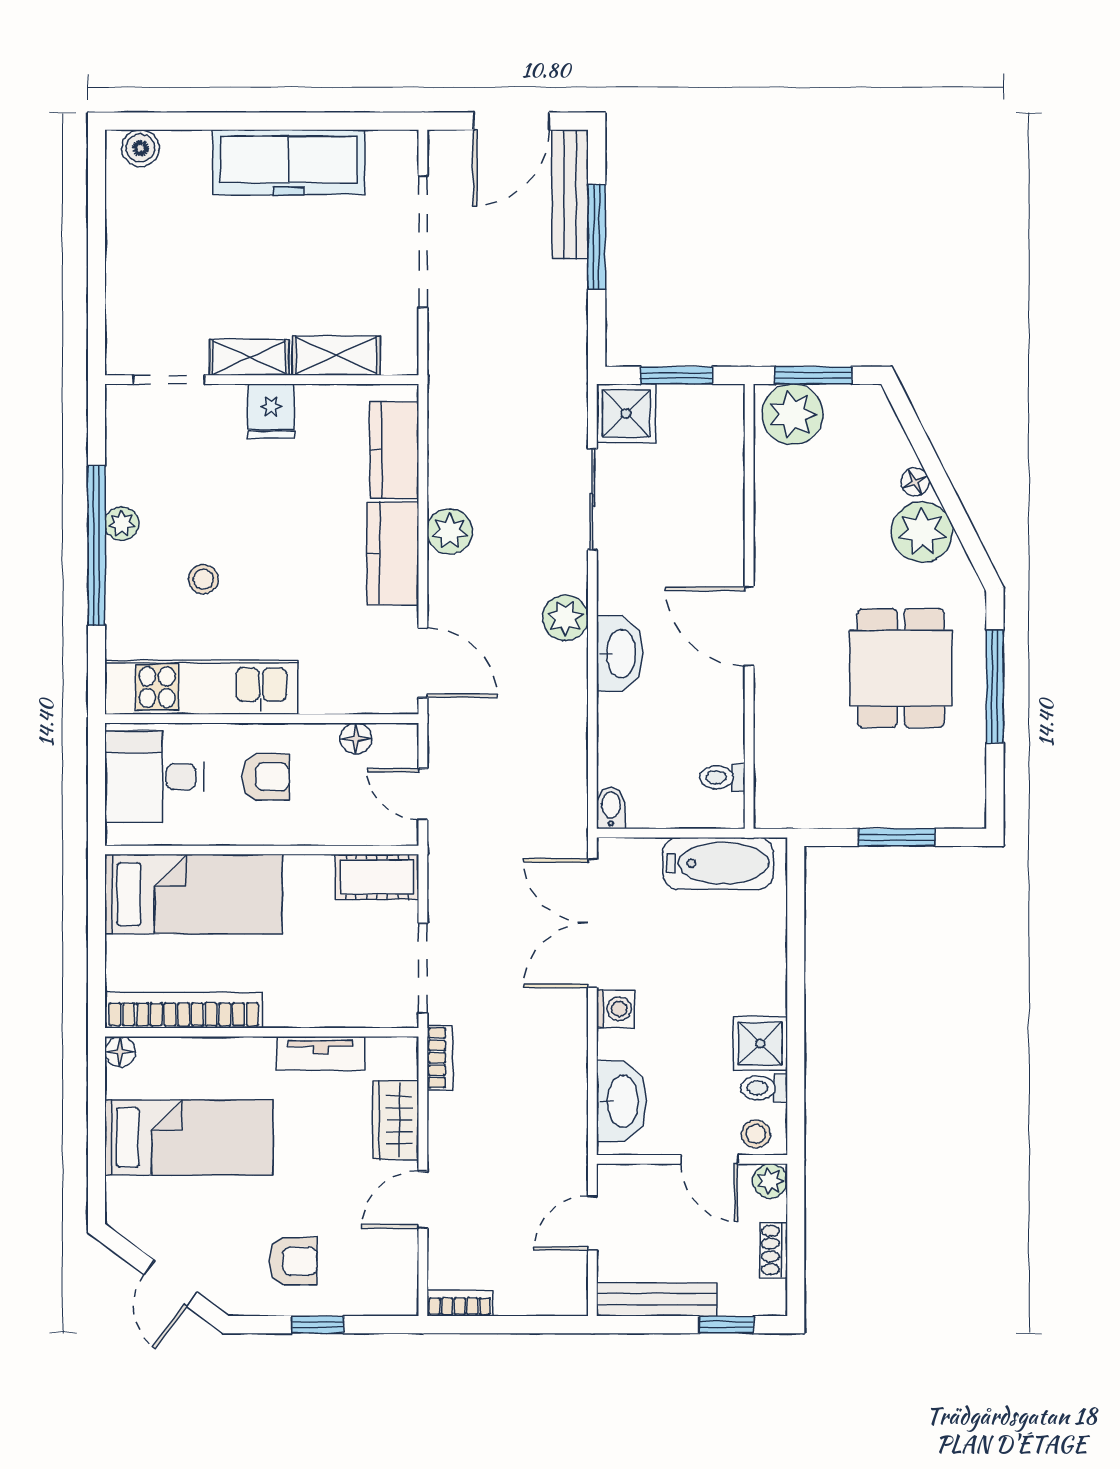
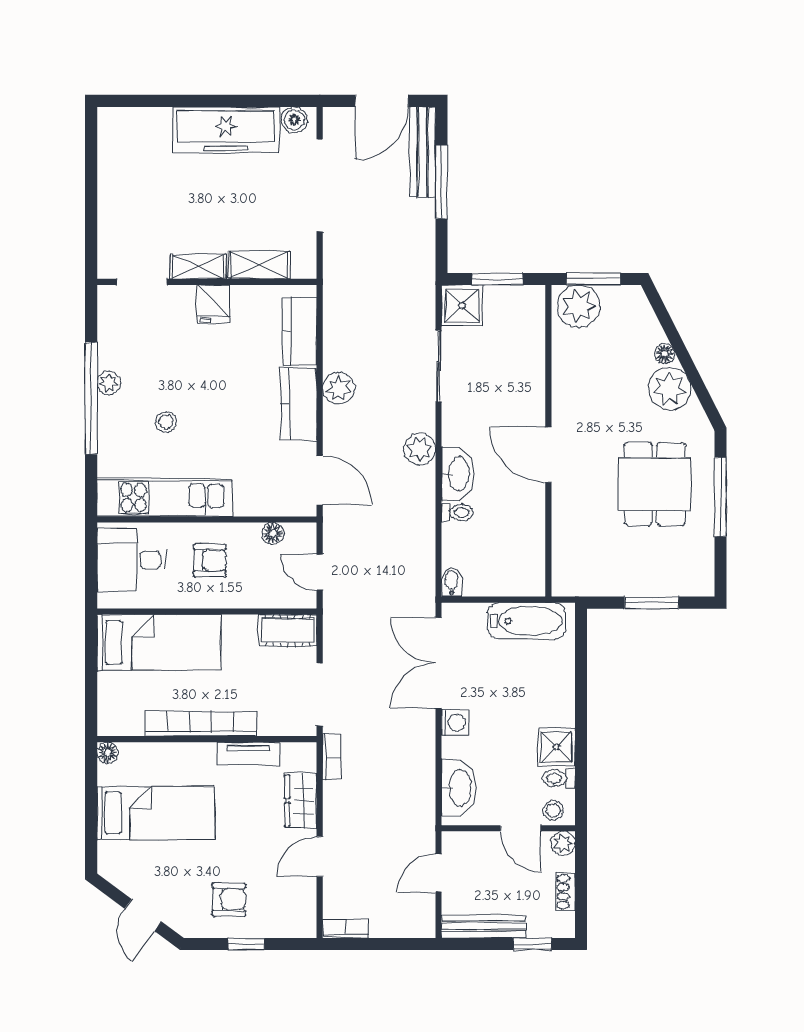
boiler: (140, 148) -> (294, 120), moved
toilet: (722, 777) -> (457, 513), moved, turned 180
bookcase: (184, 1010) -> (201, 724), moved

